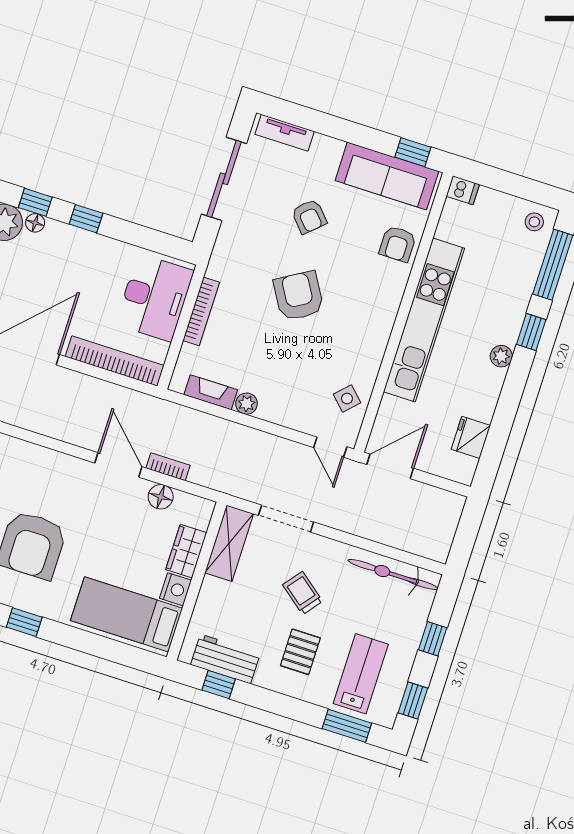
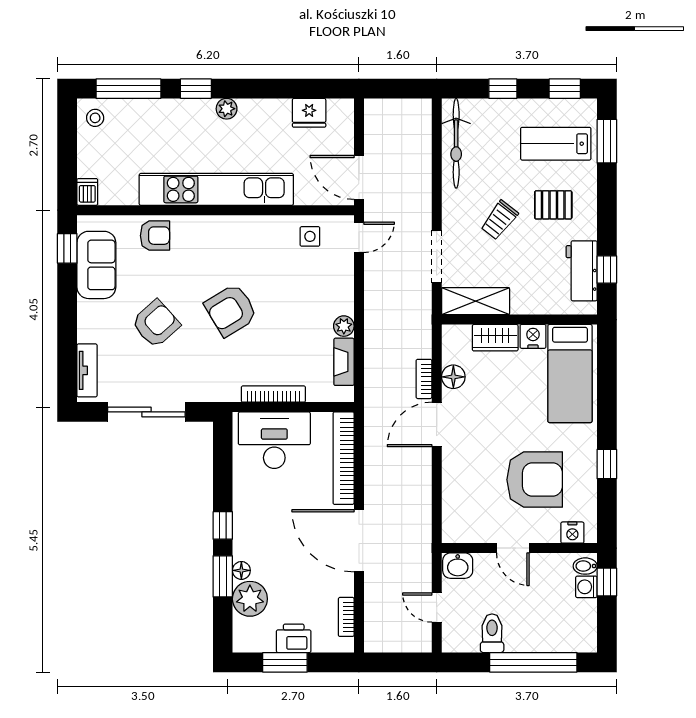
sofa: (387, 176) -> (96, 265), width x0.73
window: (35, 202) -> (223, 576), width x1.50
armchair: (309, 216) -> (156, 324), width x1.38, depth x1.38
side table: (347, 398) -> (310, 236), turned 45

